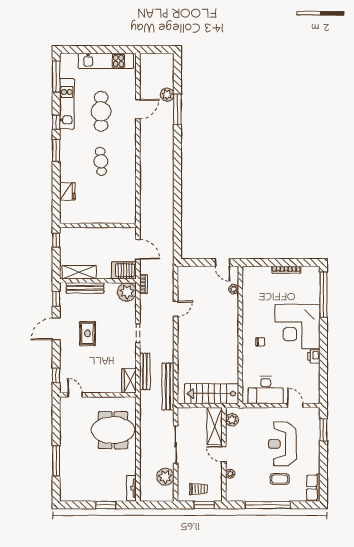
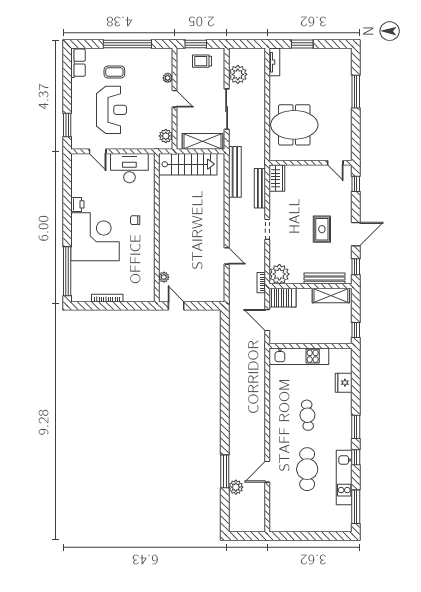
kitchen unit: (106, 61) -> (299, 356), moved, turned 180
door: (176, 309) -> (227, 256), swing flipped
shelving: (215, 426) -> (202, 141), moved, turned 90

